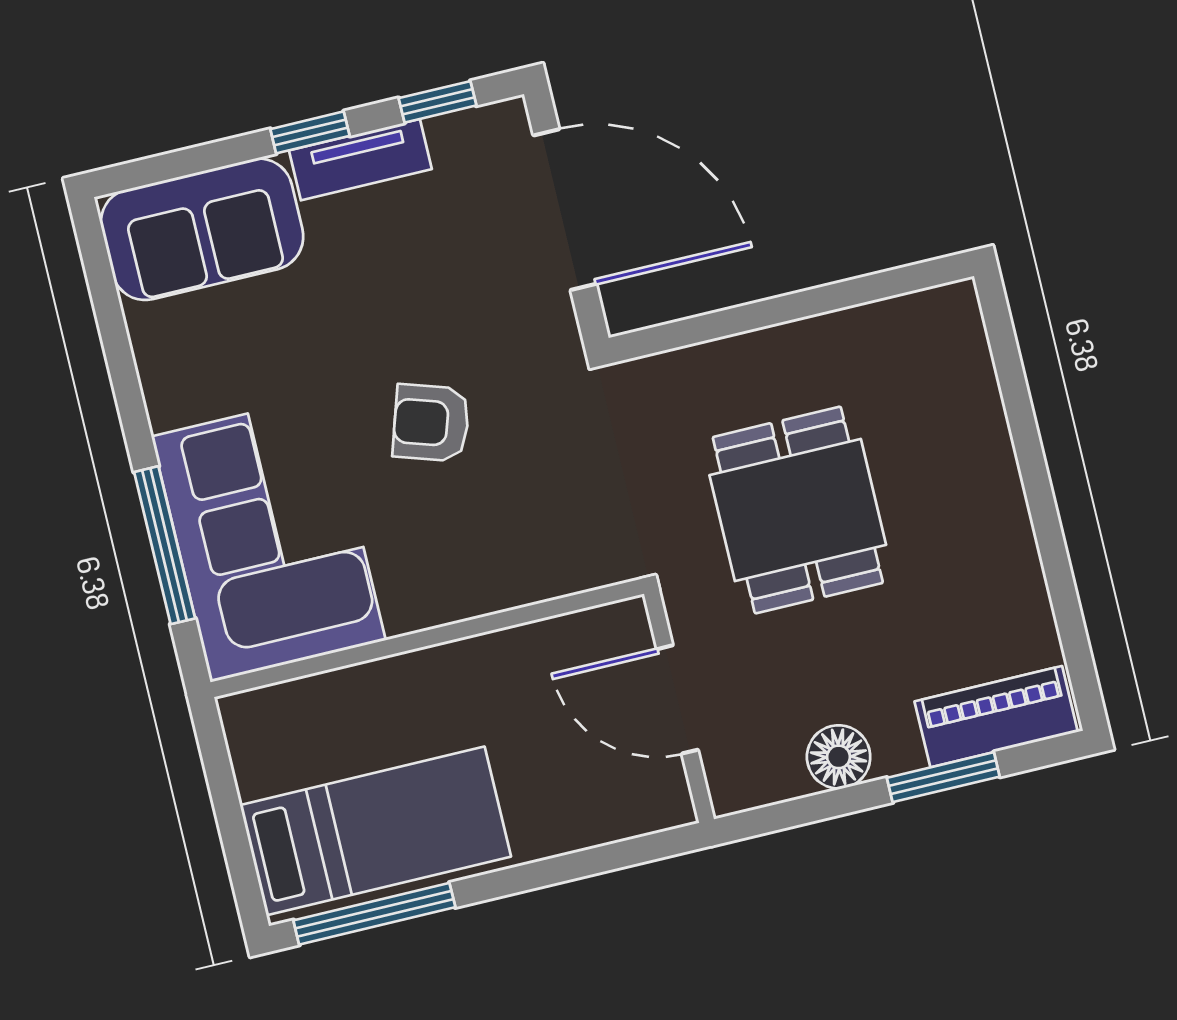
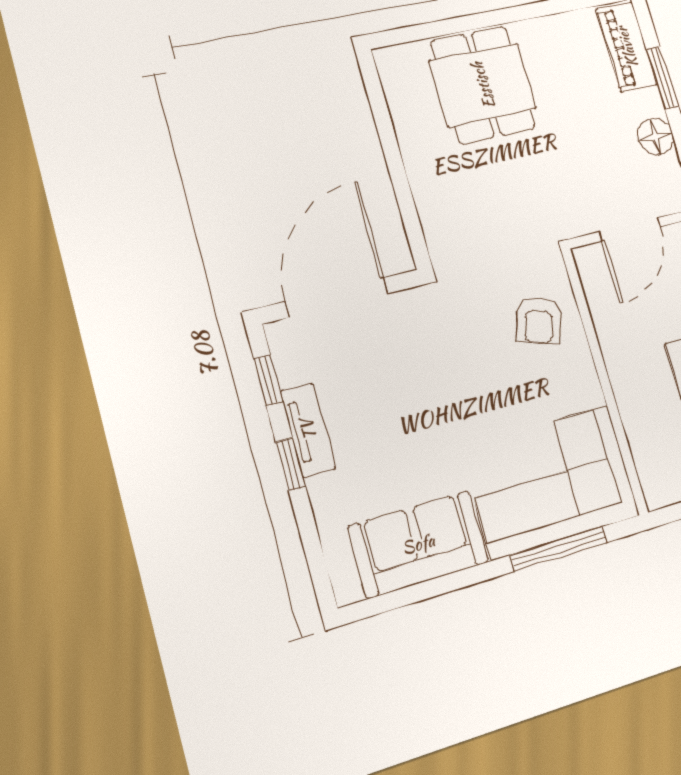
sofa: (202, 229) -> (418, 544), moved, turned -90
armchair: (431, 423) -> (539, 320), moved
dining table: (798, 510) -> (483, 85), moved, turned 90

